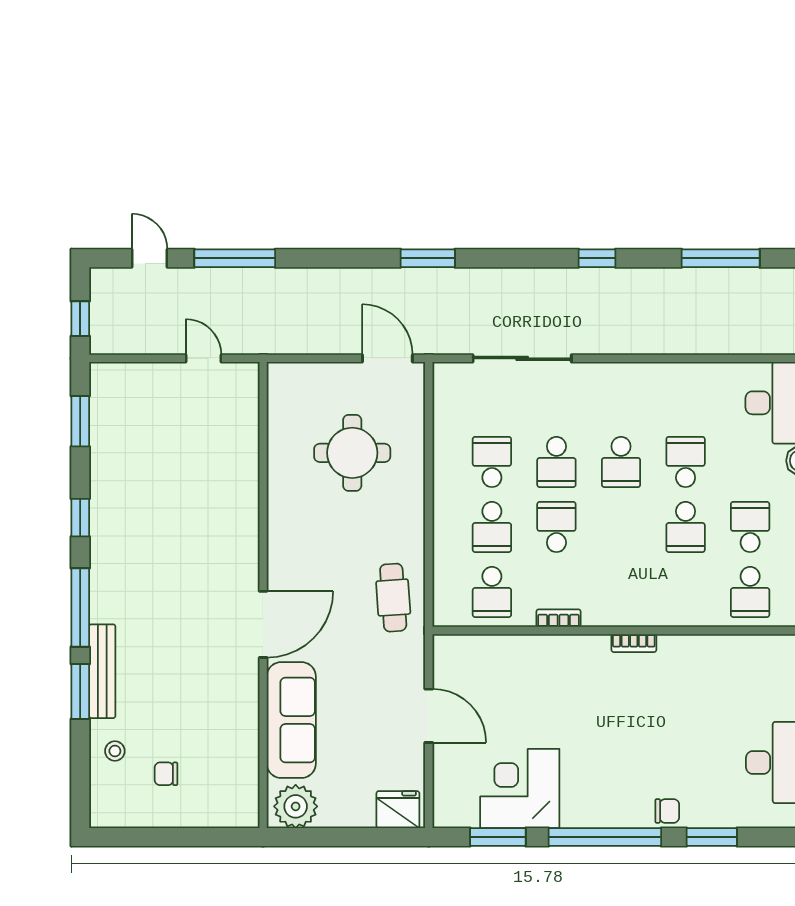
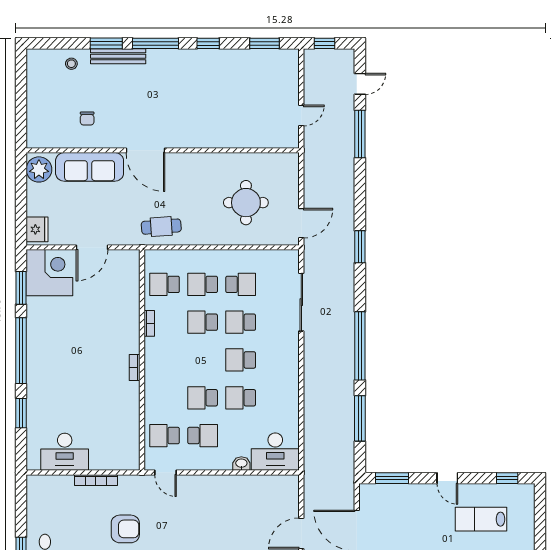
window: (597, 258) -> (360, 346), width x3.17
school desk: (686, 462) -> (241, 398), turned 180
school desk: (556, 527) -> (203, 322), turned 180
chair: (166, 774) -> (87, 118), moved, turned 180
corner desk: (520, 788) -> (49, 273), moved
chair: (667, 811) -> (36, 387), removed

